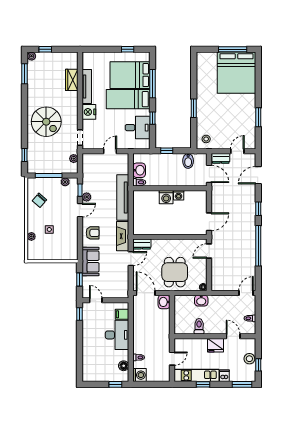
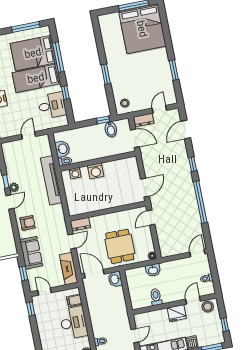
window: (128, 49) -> (26, 27), width x2.17
window: (167, 151) -> (103, 120), moved
washing machine: (179, 195) -> (75, 173), moved
fireplace: (123, 236) -> (69, 269), moved
door: (233, 336) -> (193, 300), hinge flipped
stool: (249, 359) -> (208, 307), moved

